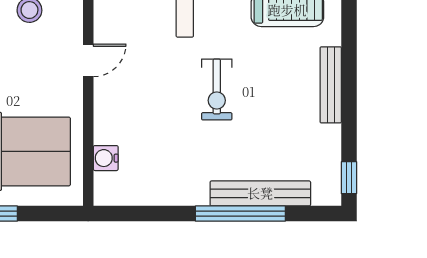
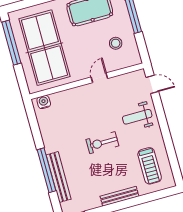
door: (88, 60) -> (99, 78), swing flipped
water cooler: (106, 158) -> (44, 102), moved

